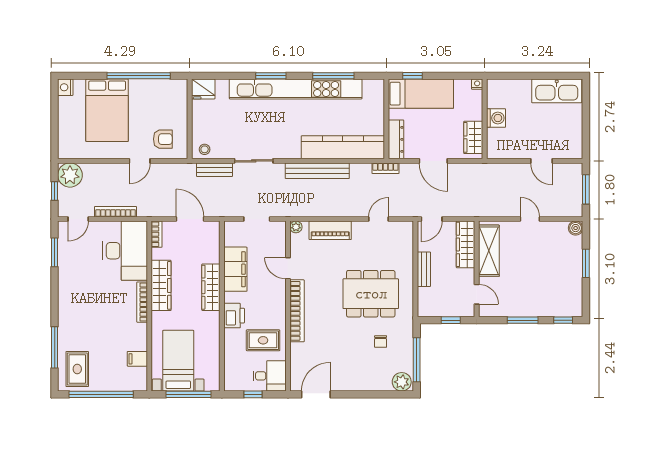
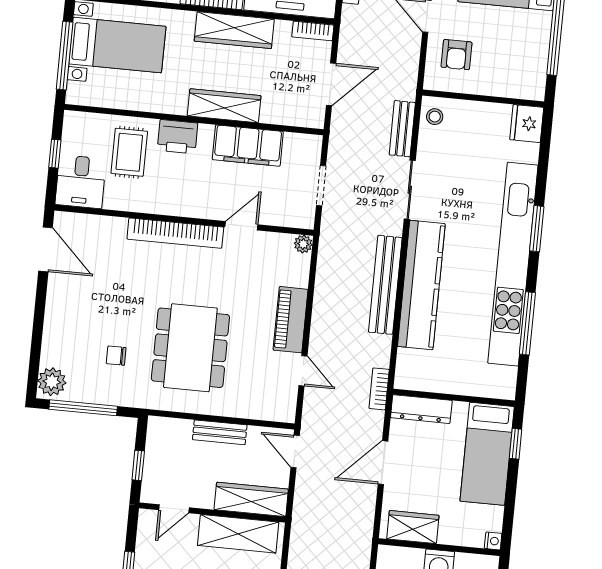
kitchen counter: (343, 147) -> (421, 285), moved
piano: (330, 230) -> (291, 320), moved
rug: (263, 340) -> (129, 152), moved

